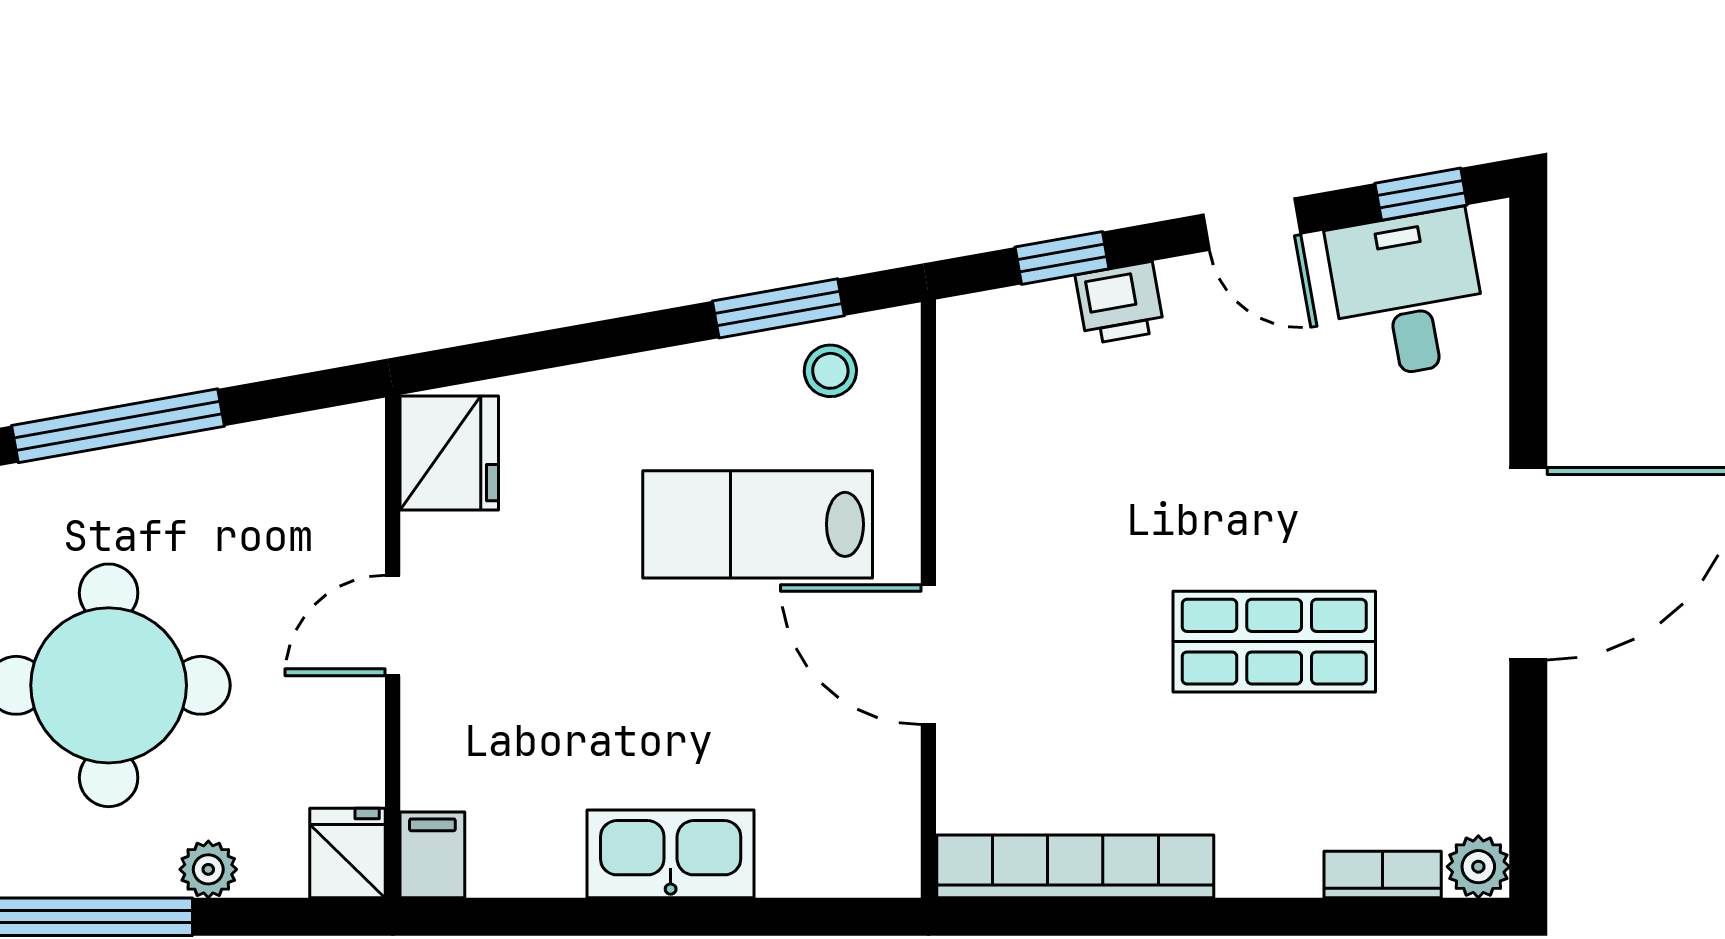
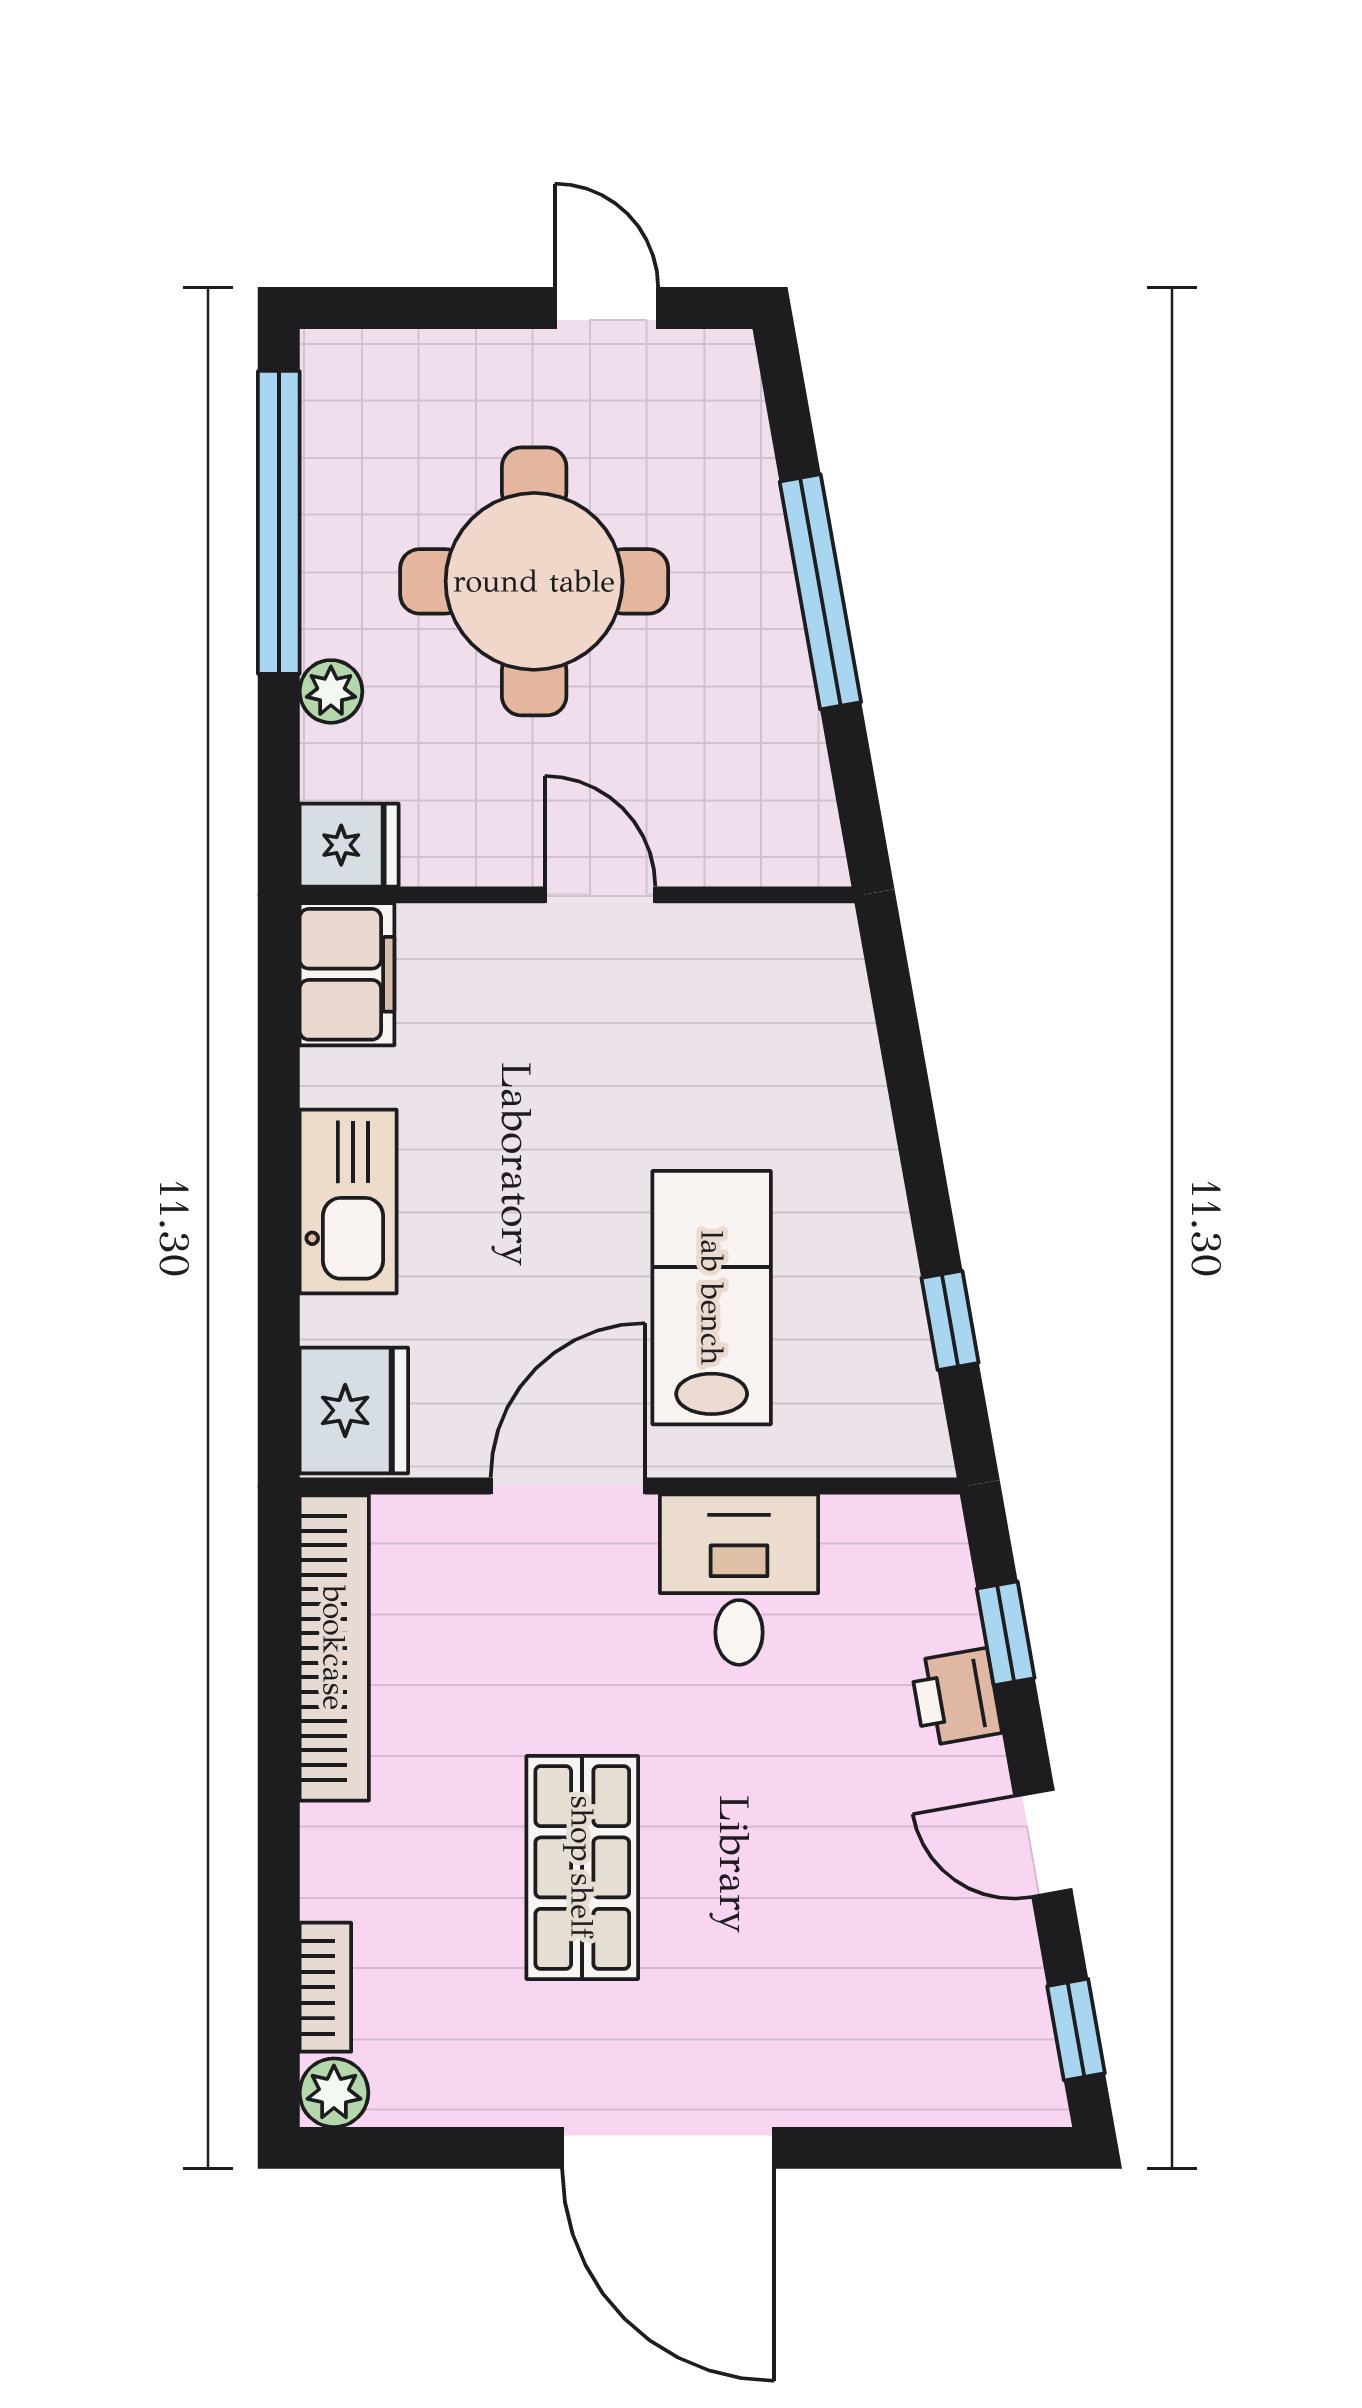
door: (1252, 224) -> (1043, 1843), hinge flipped
desk: (1408, 294) -> (739, 1580), moved, turned -80
window: (778, 308) -> (950, 1320), width x0.67
stool: (830, 371) -> (881, 1378), removed
fridge: (449, 453) -> (354, 1410), moved, turned -90
filing cabinet: (432, 855) -> (347, 974), width x2.00

